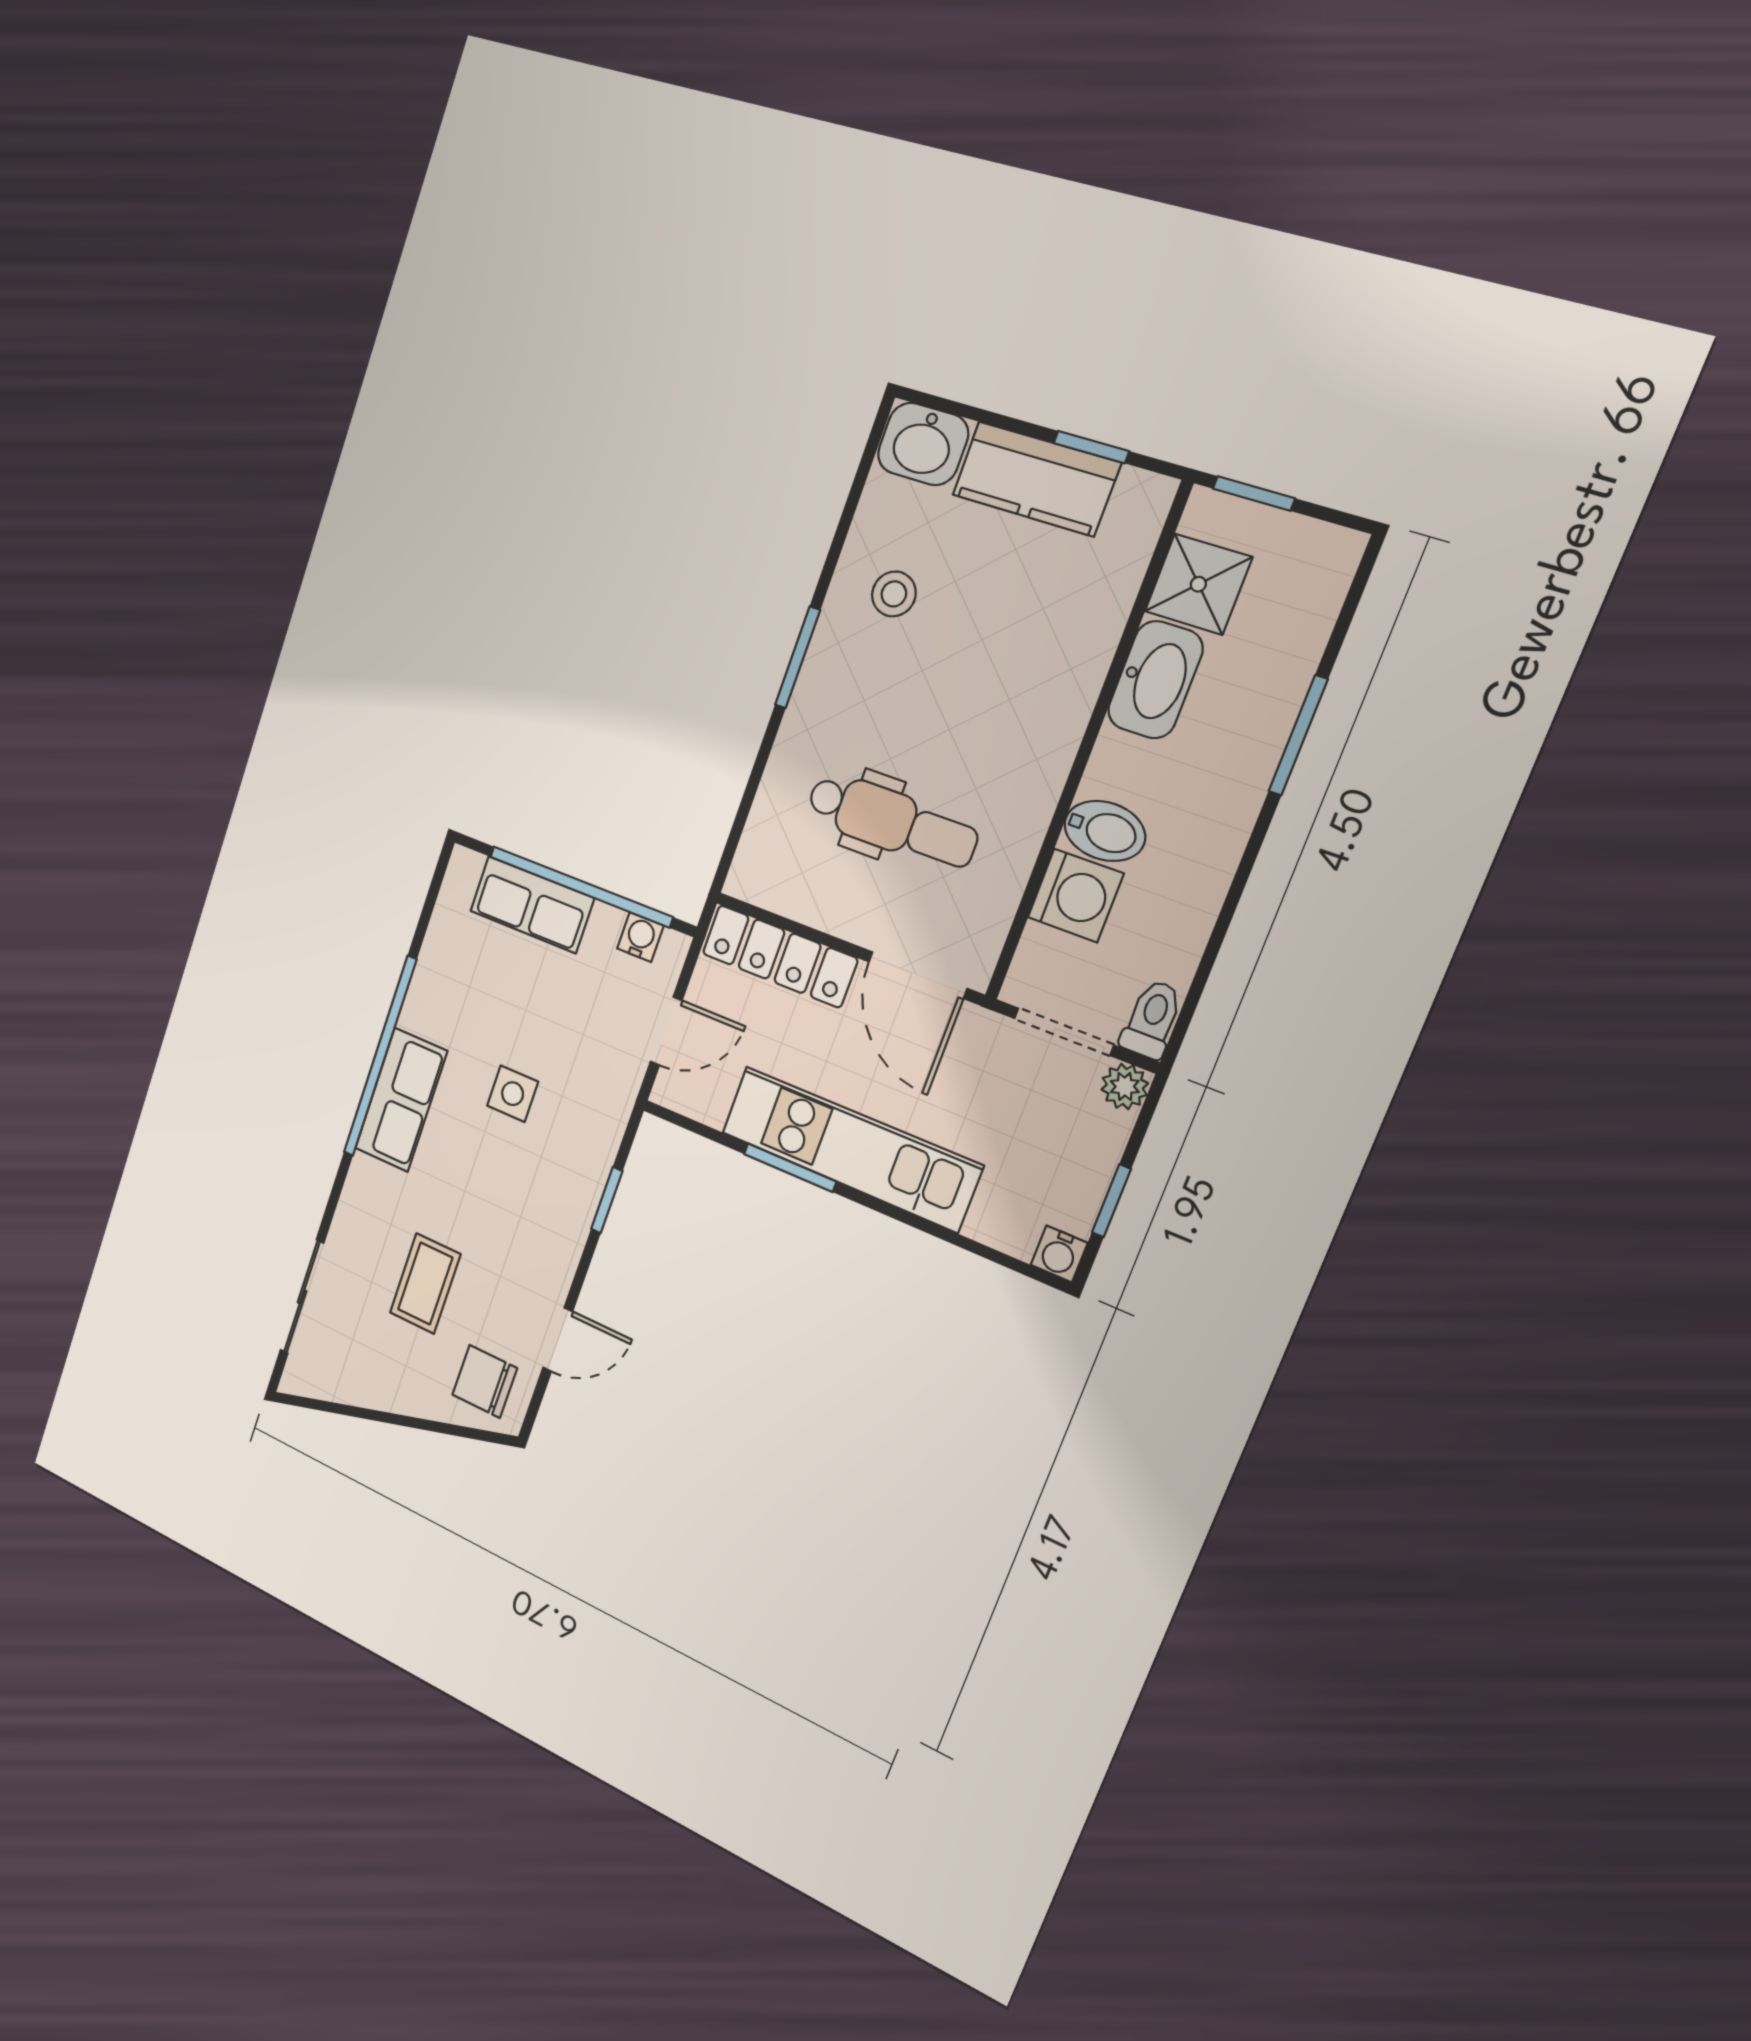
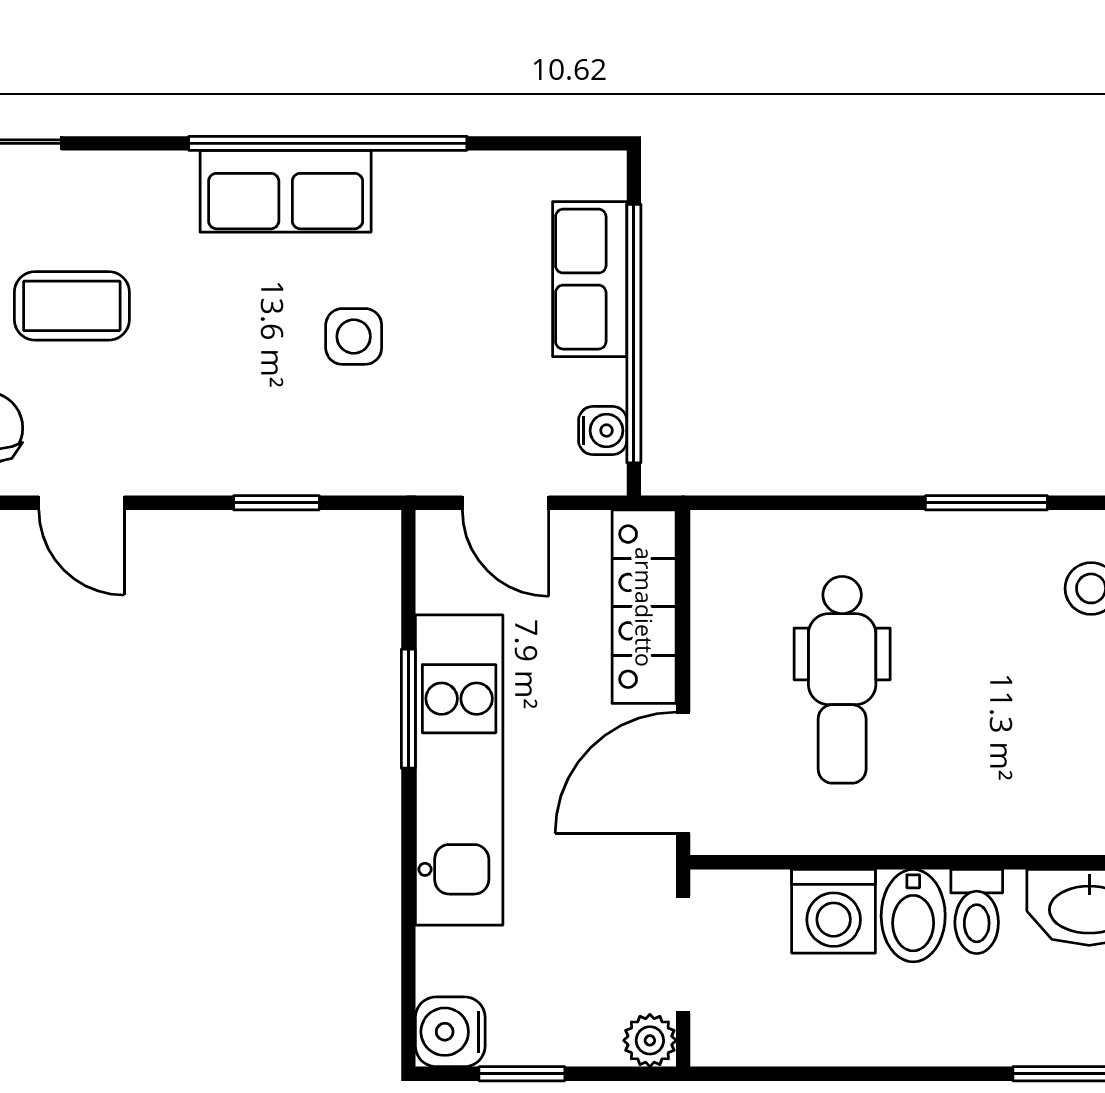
toilet: (1152, 1019) -> (977, 911), moved, turned 90
water cooler: (1059, 1254) -> (450, 1032), width x1.38, depth x1.38

